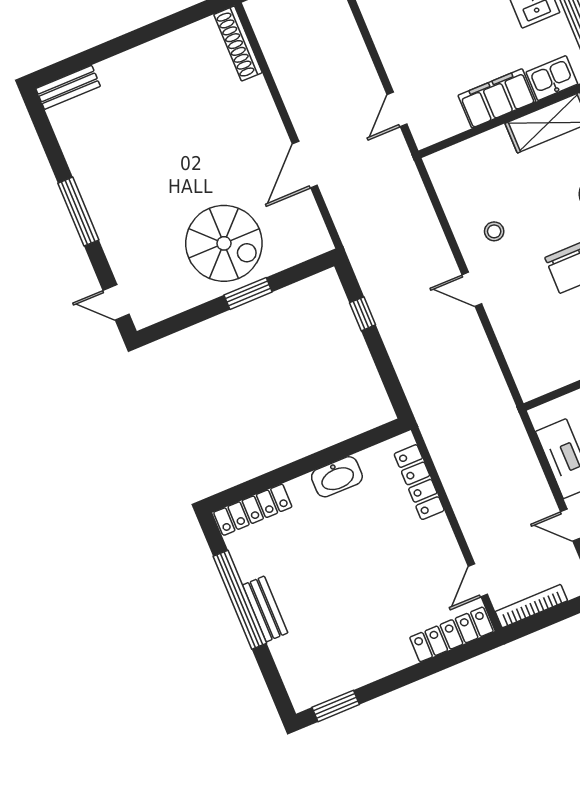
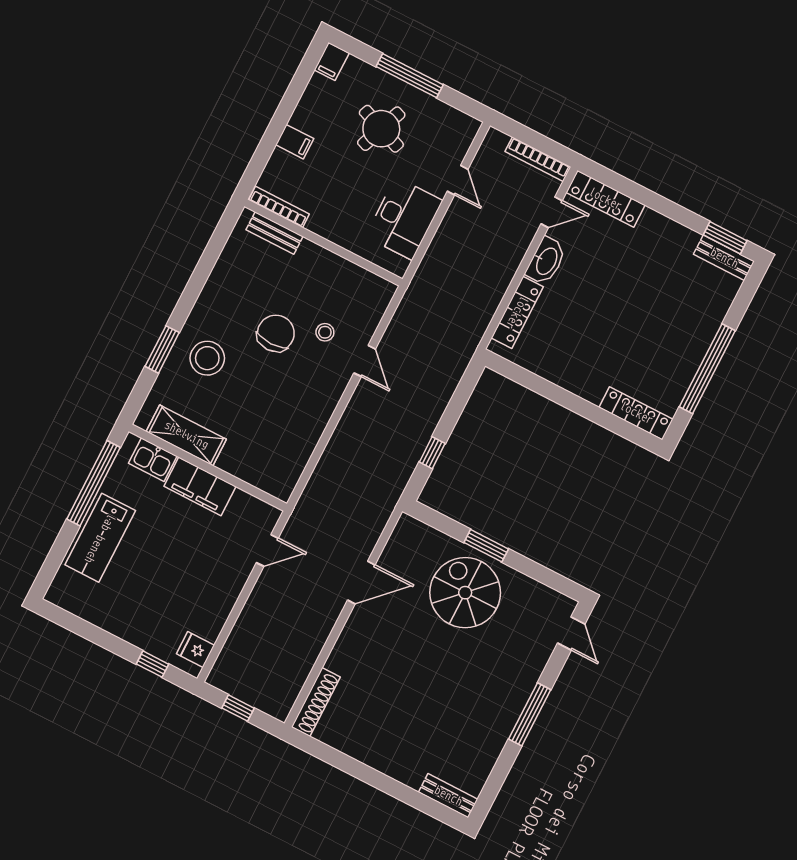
stool: (494, 231) -> (325, 332), moved
door: (472, 289) -> (365, 361), moved
washbasin: (337, 477) -> (546, 261), moved, turned 90
bench: (265, 609) -> (724, 258), moved, turned 90

